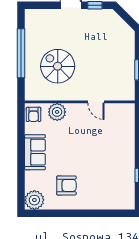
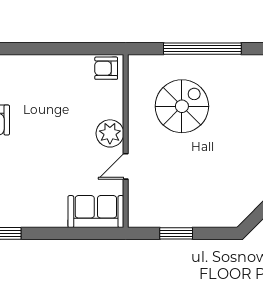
plant: (57, 112) -> (110, 133), moved
sofa: (35, 152) -> (96, 212), moved, turned 180

